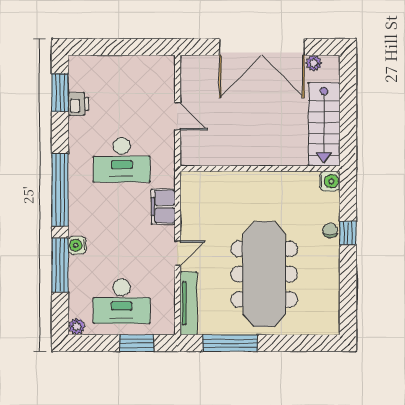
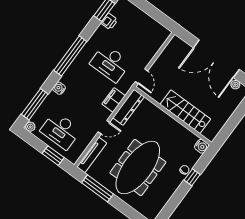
door: (178, 116) -> (142, 76), moved
stairs: (324, 124) -> (185, 112), moved, turned 90
dresser: (191, 201) -> (128, 107), added
window: (60, 265) -> (35, 104), moved

